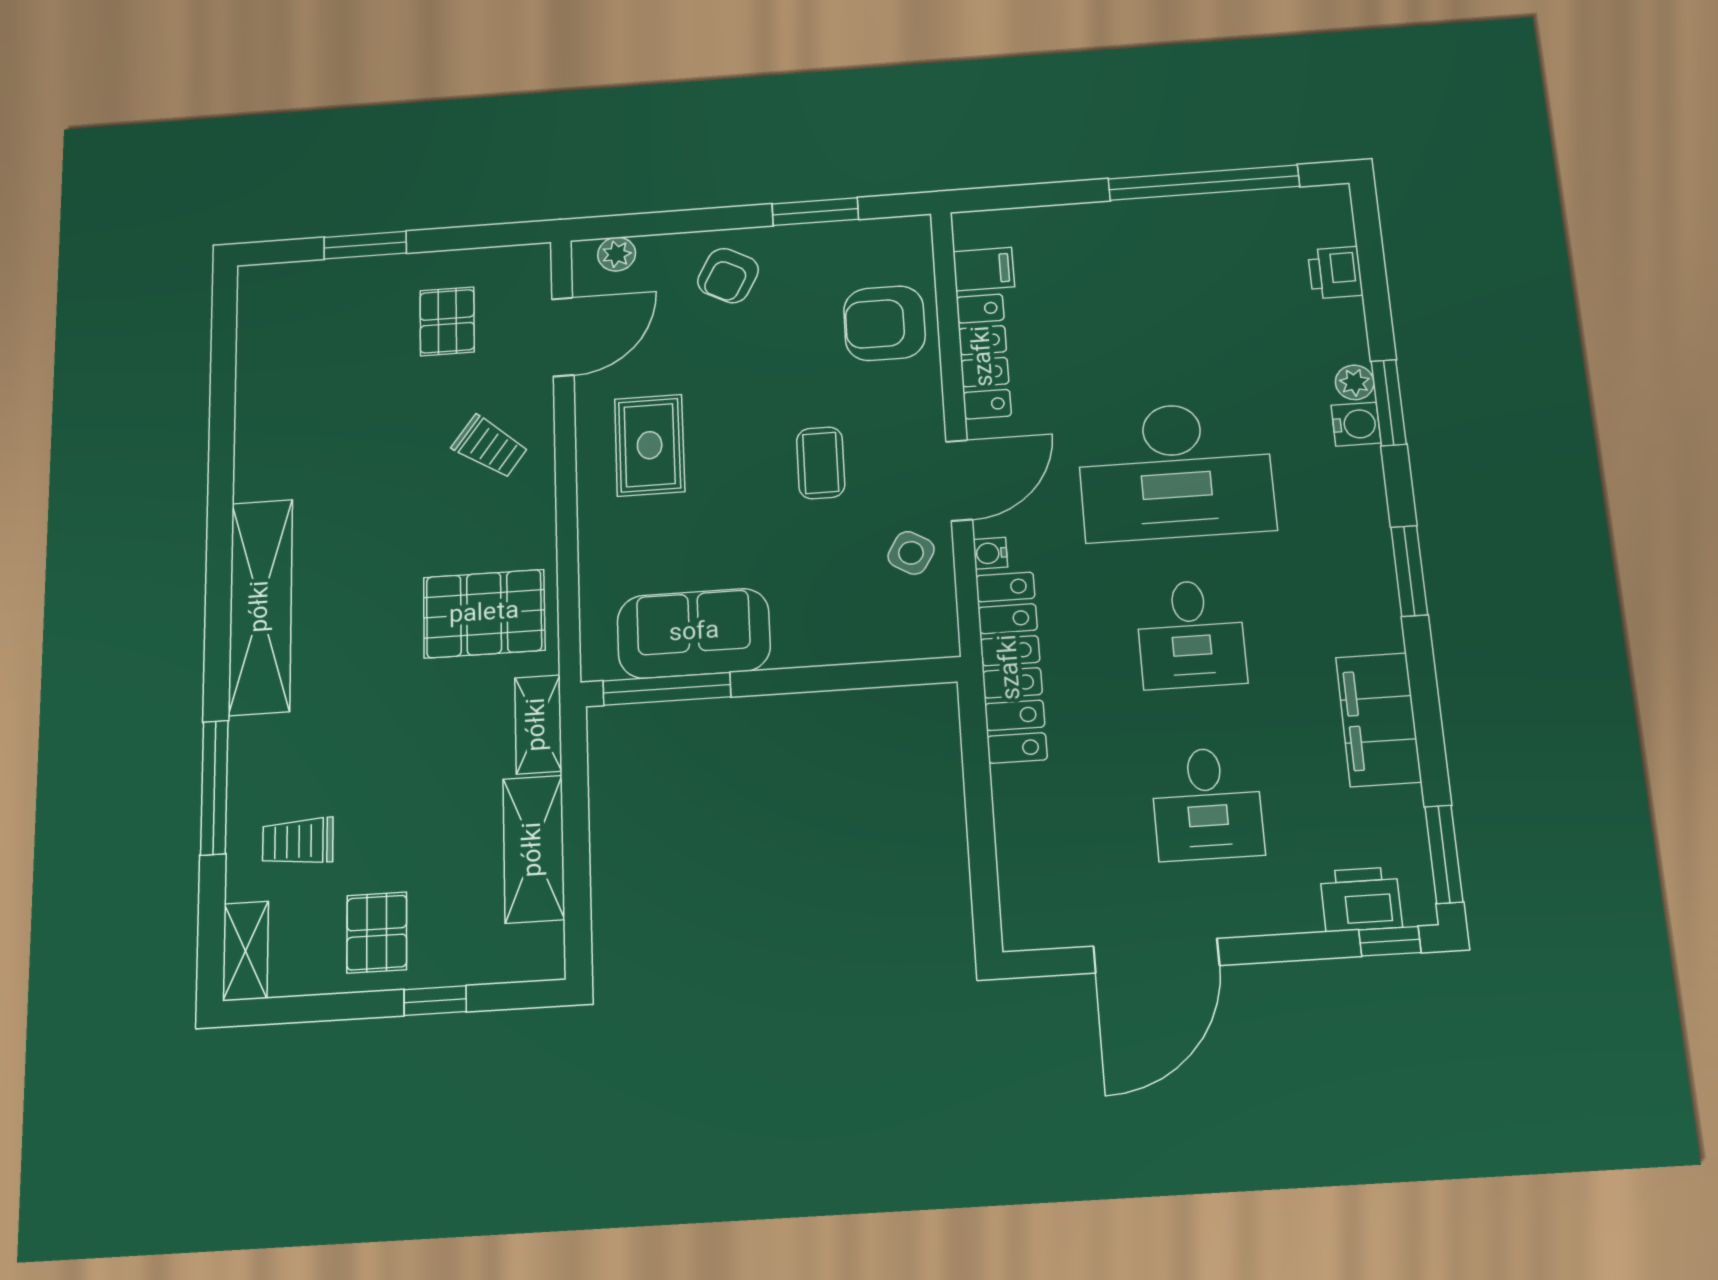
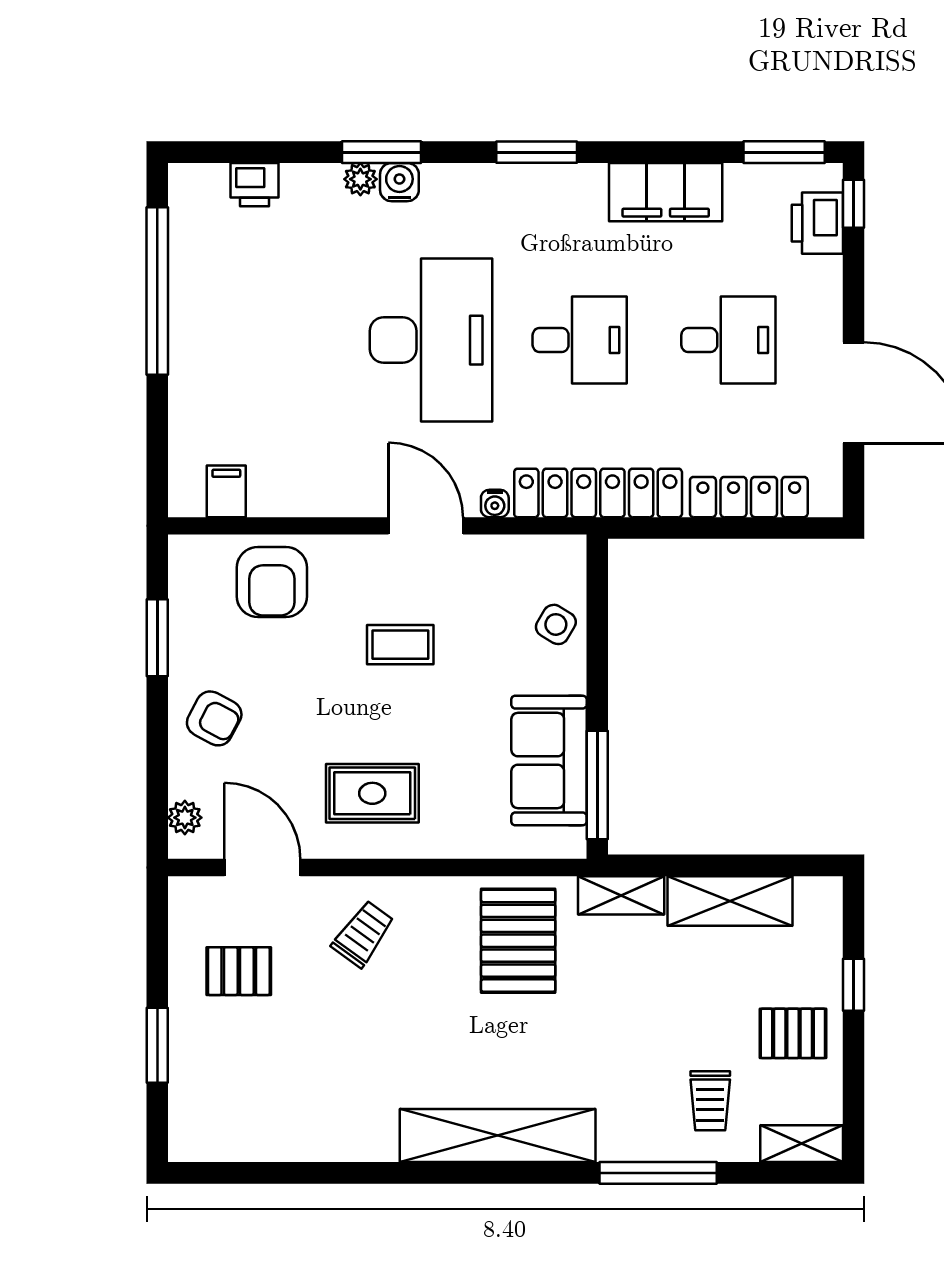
locker: (984, 356) -> (749, 497), moved
side table: (911, 553) -> (556, 624), moved

